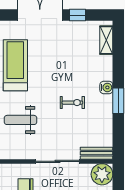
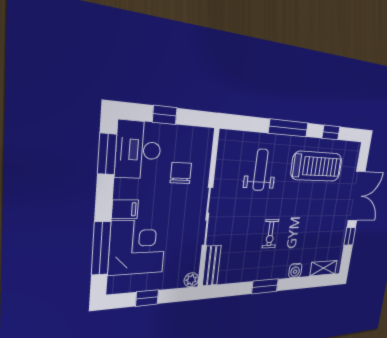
water cooler: (106, 87) -> (295, 270), moved
plant: (102, 174) -> (191, 280), width x0.53, depth x0.53

